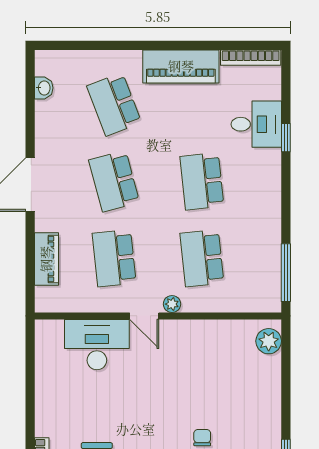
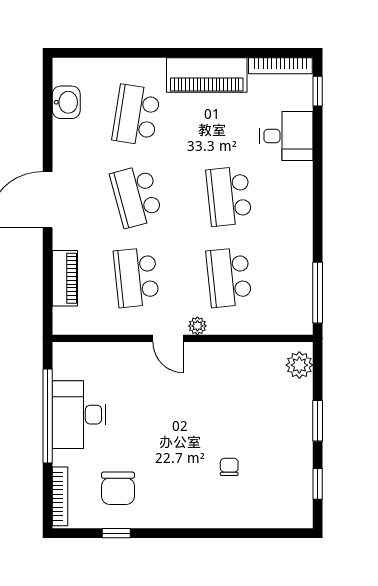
washbasin: (44, 88) -> (66, 102), width x1.38, depth x1.45
school desk: (114, 104) -> (136, 115), turned 30
window: (286, 138) -> (318, 91), moved
desk: (97, 345) -> (79, 415), moved, turned -90
window: (30, 389) -> (48, 416), added
window: (286, 394) -> (318, 421), added

